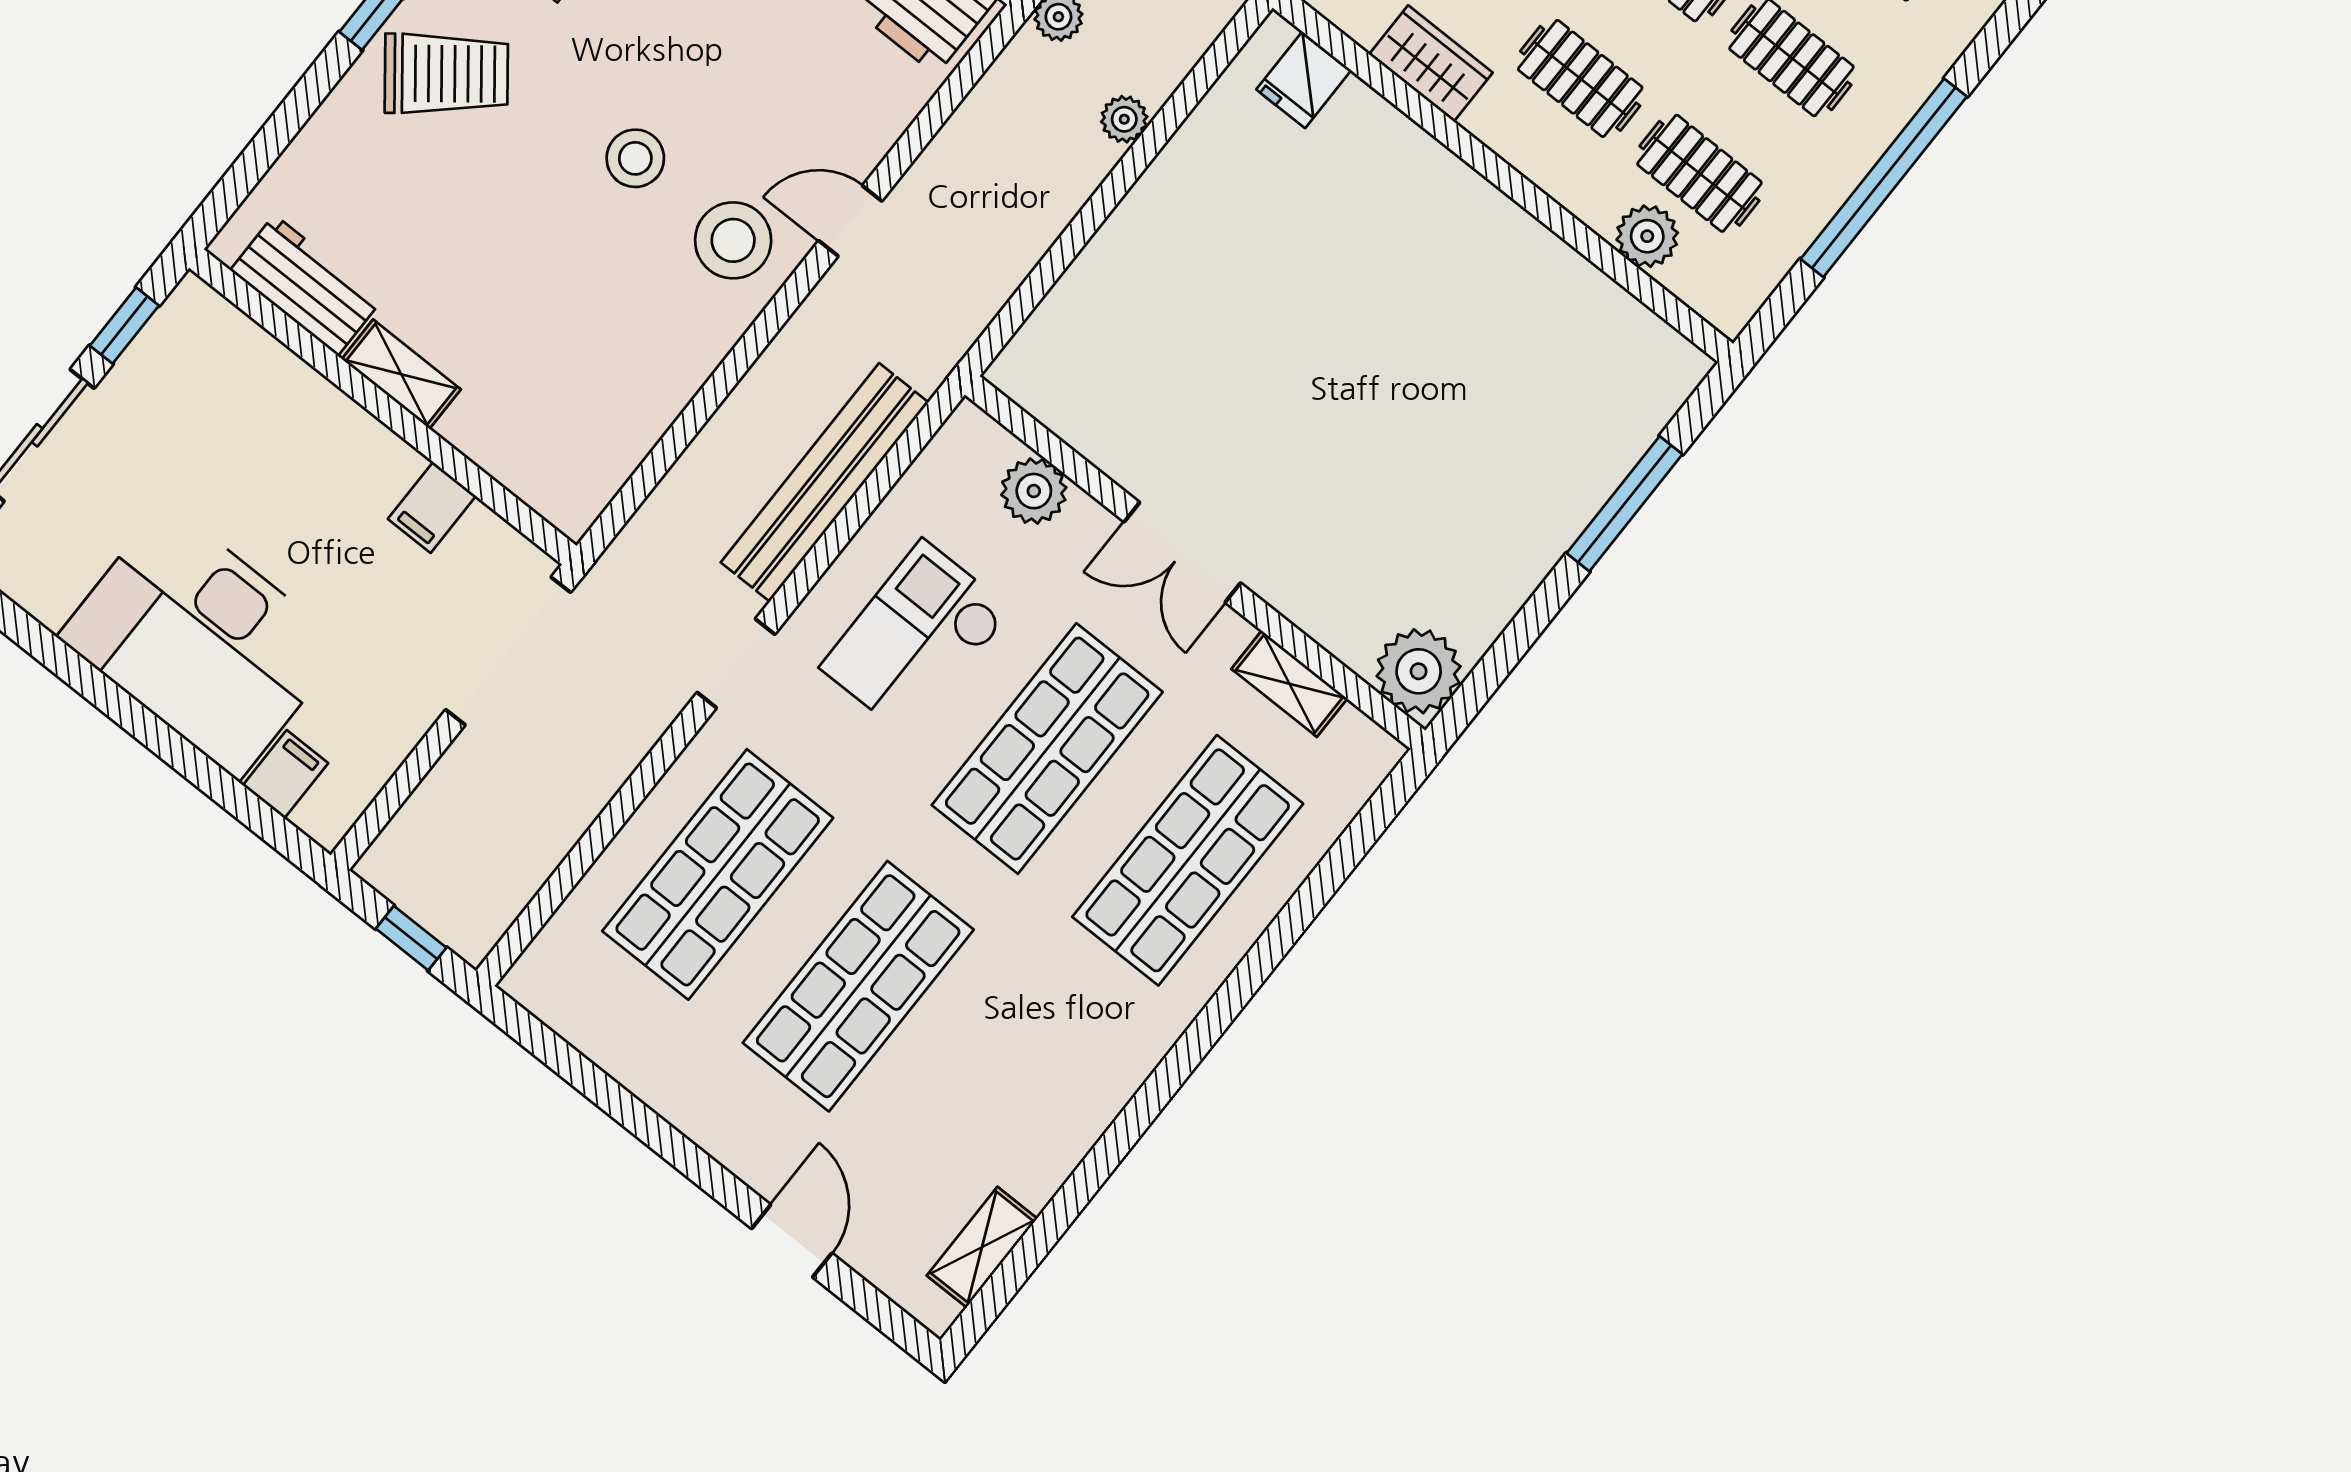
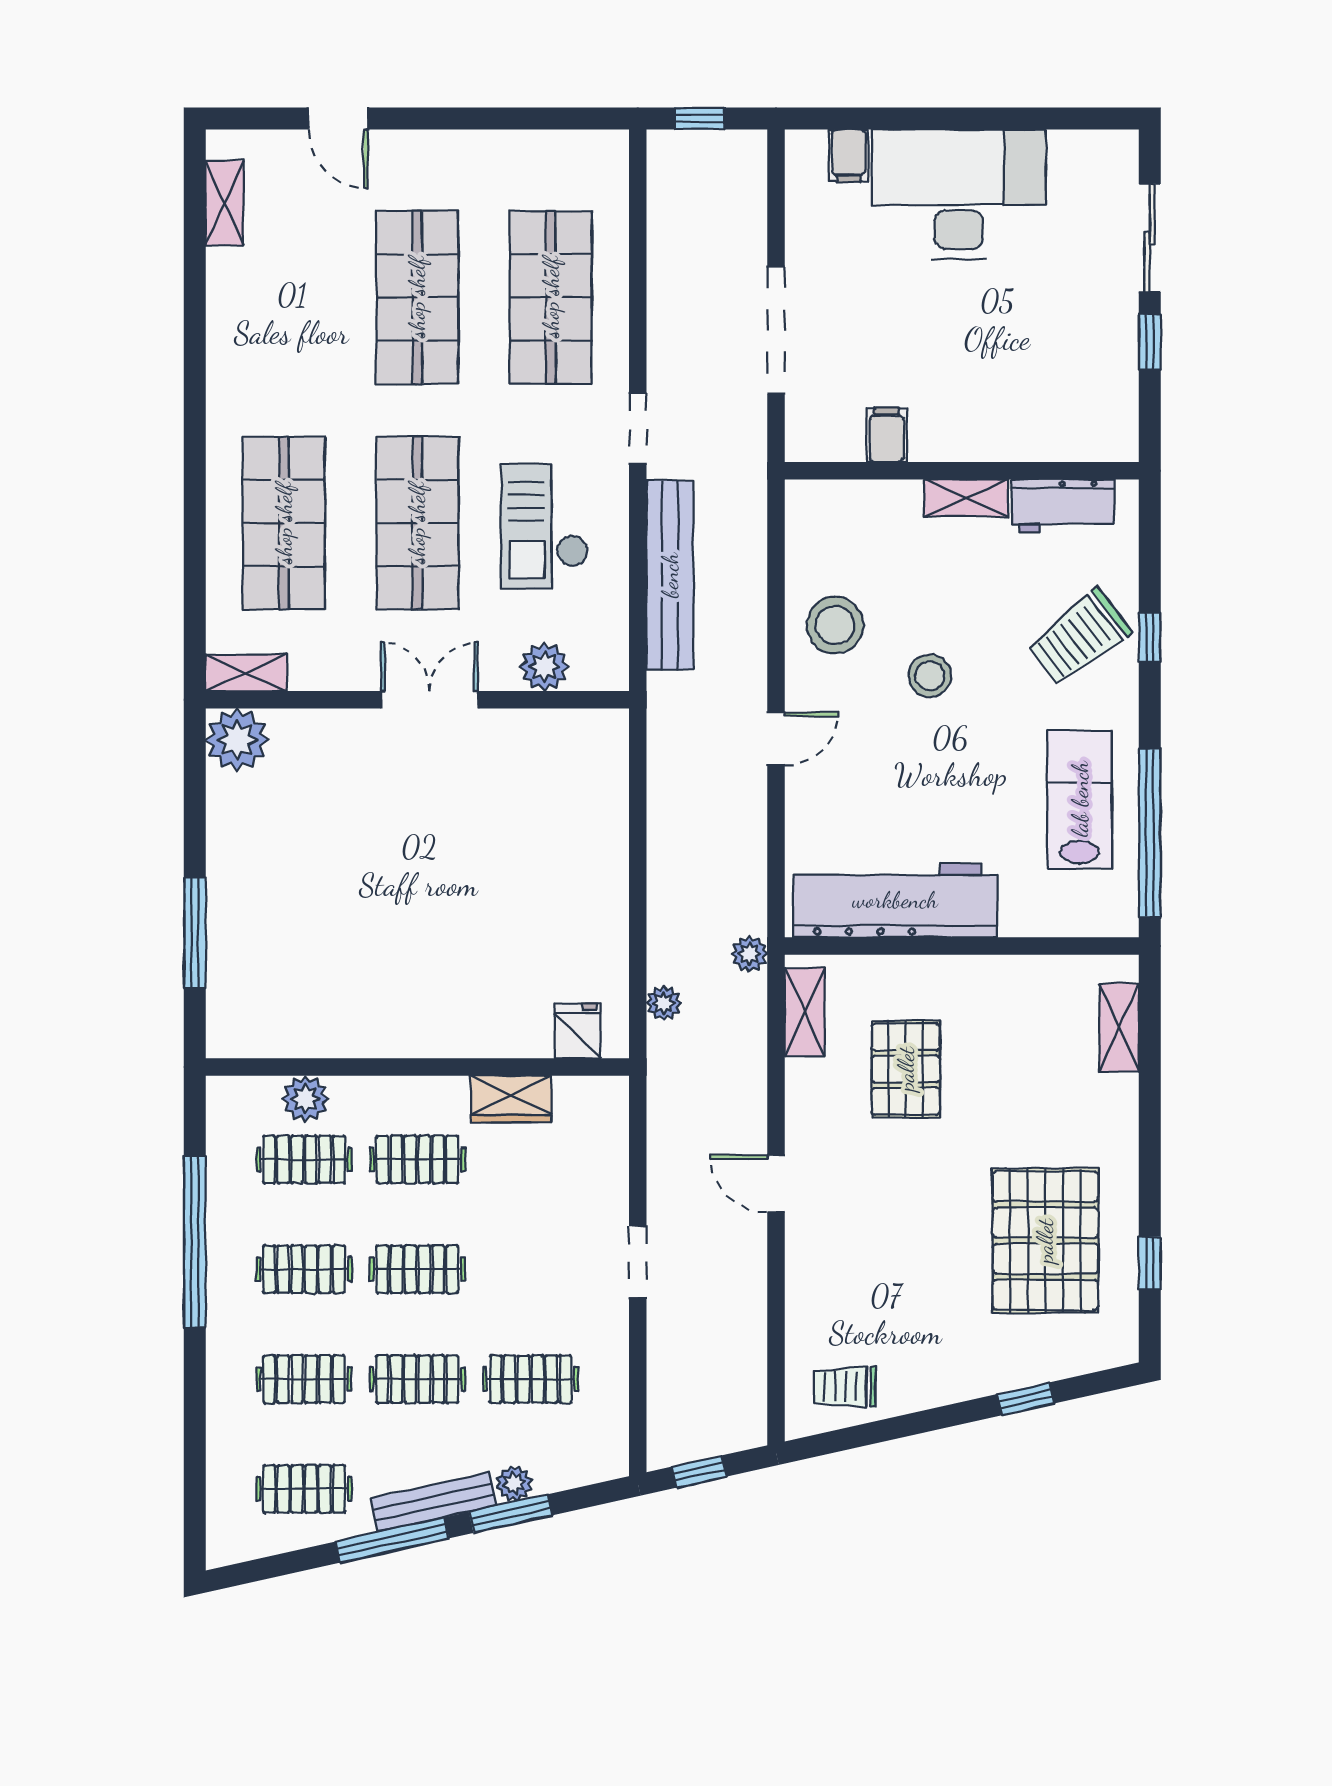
plant: (1124, 119) -> (664, 1003), moved
stool: (733, 240) -> (835, 625), moved
workbench: (306, 285) -> (1063, 506), moved
shelving: (401, 374) -> (966, 498), moved
wall: (383, 407) -> (962, 471), moved
filing cabinet: (432, 507) -> (887, 435), moved
checkout: (916, 639) -> (545, 526), turned 180
shelving: (1289, 684) -> (246, 673), moved

